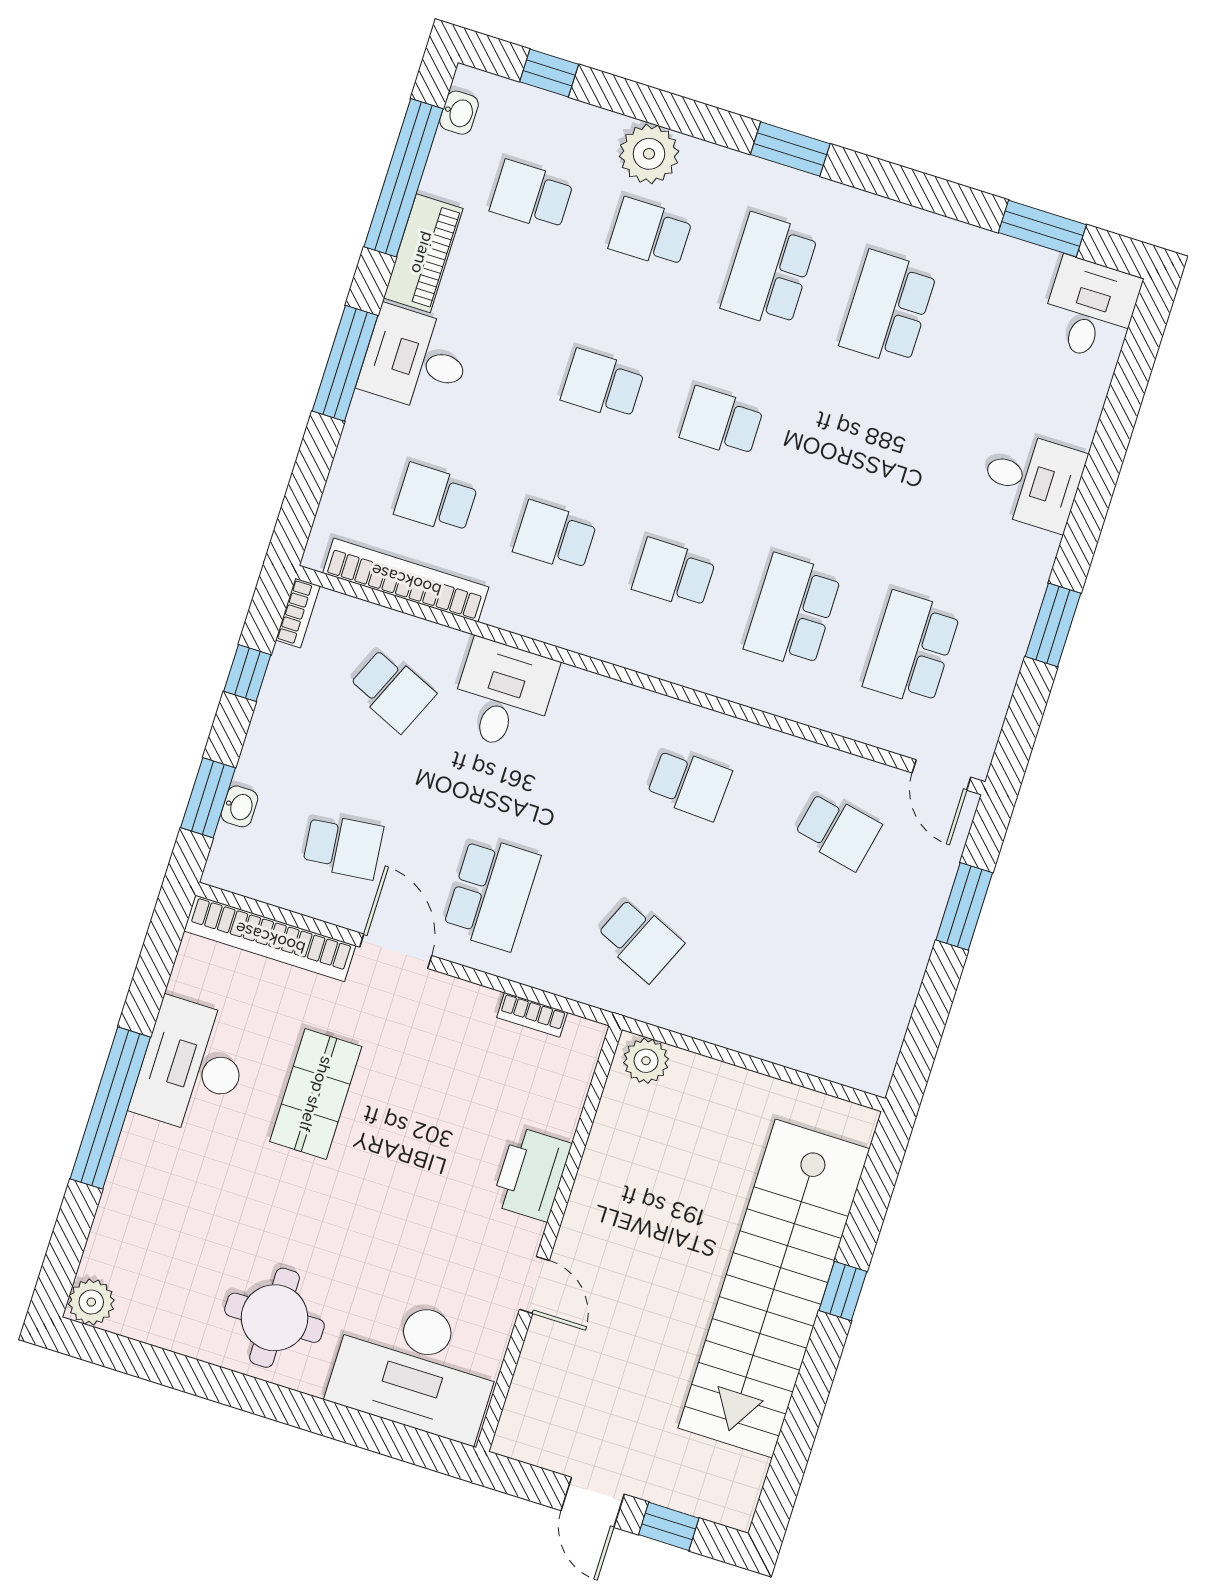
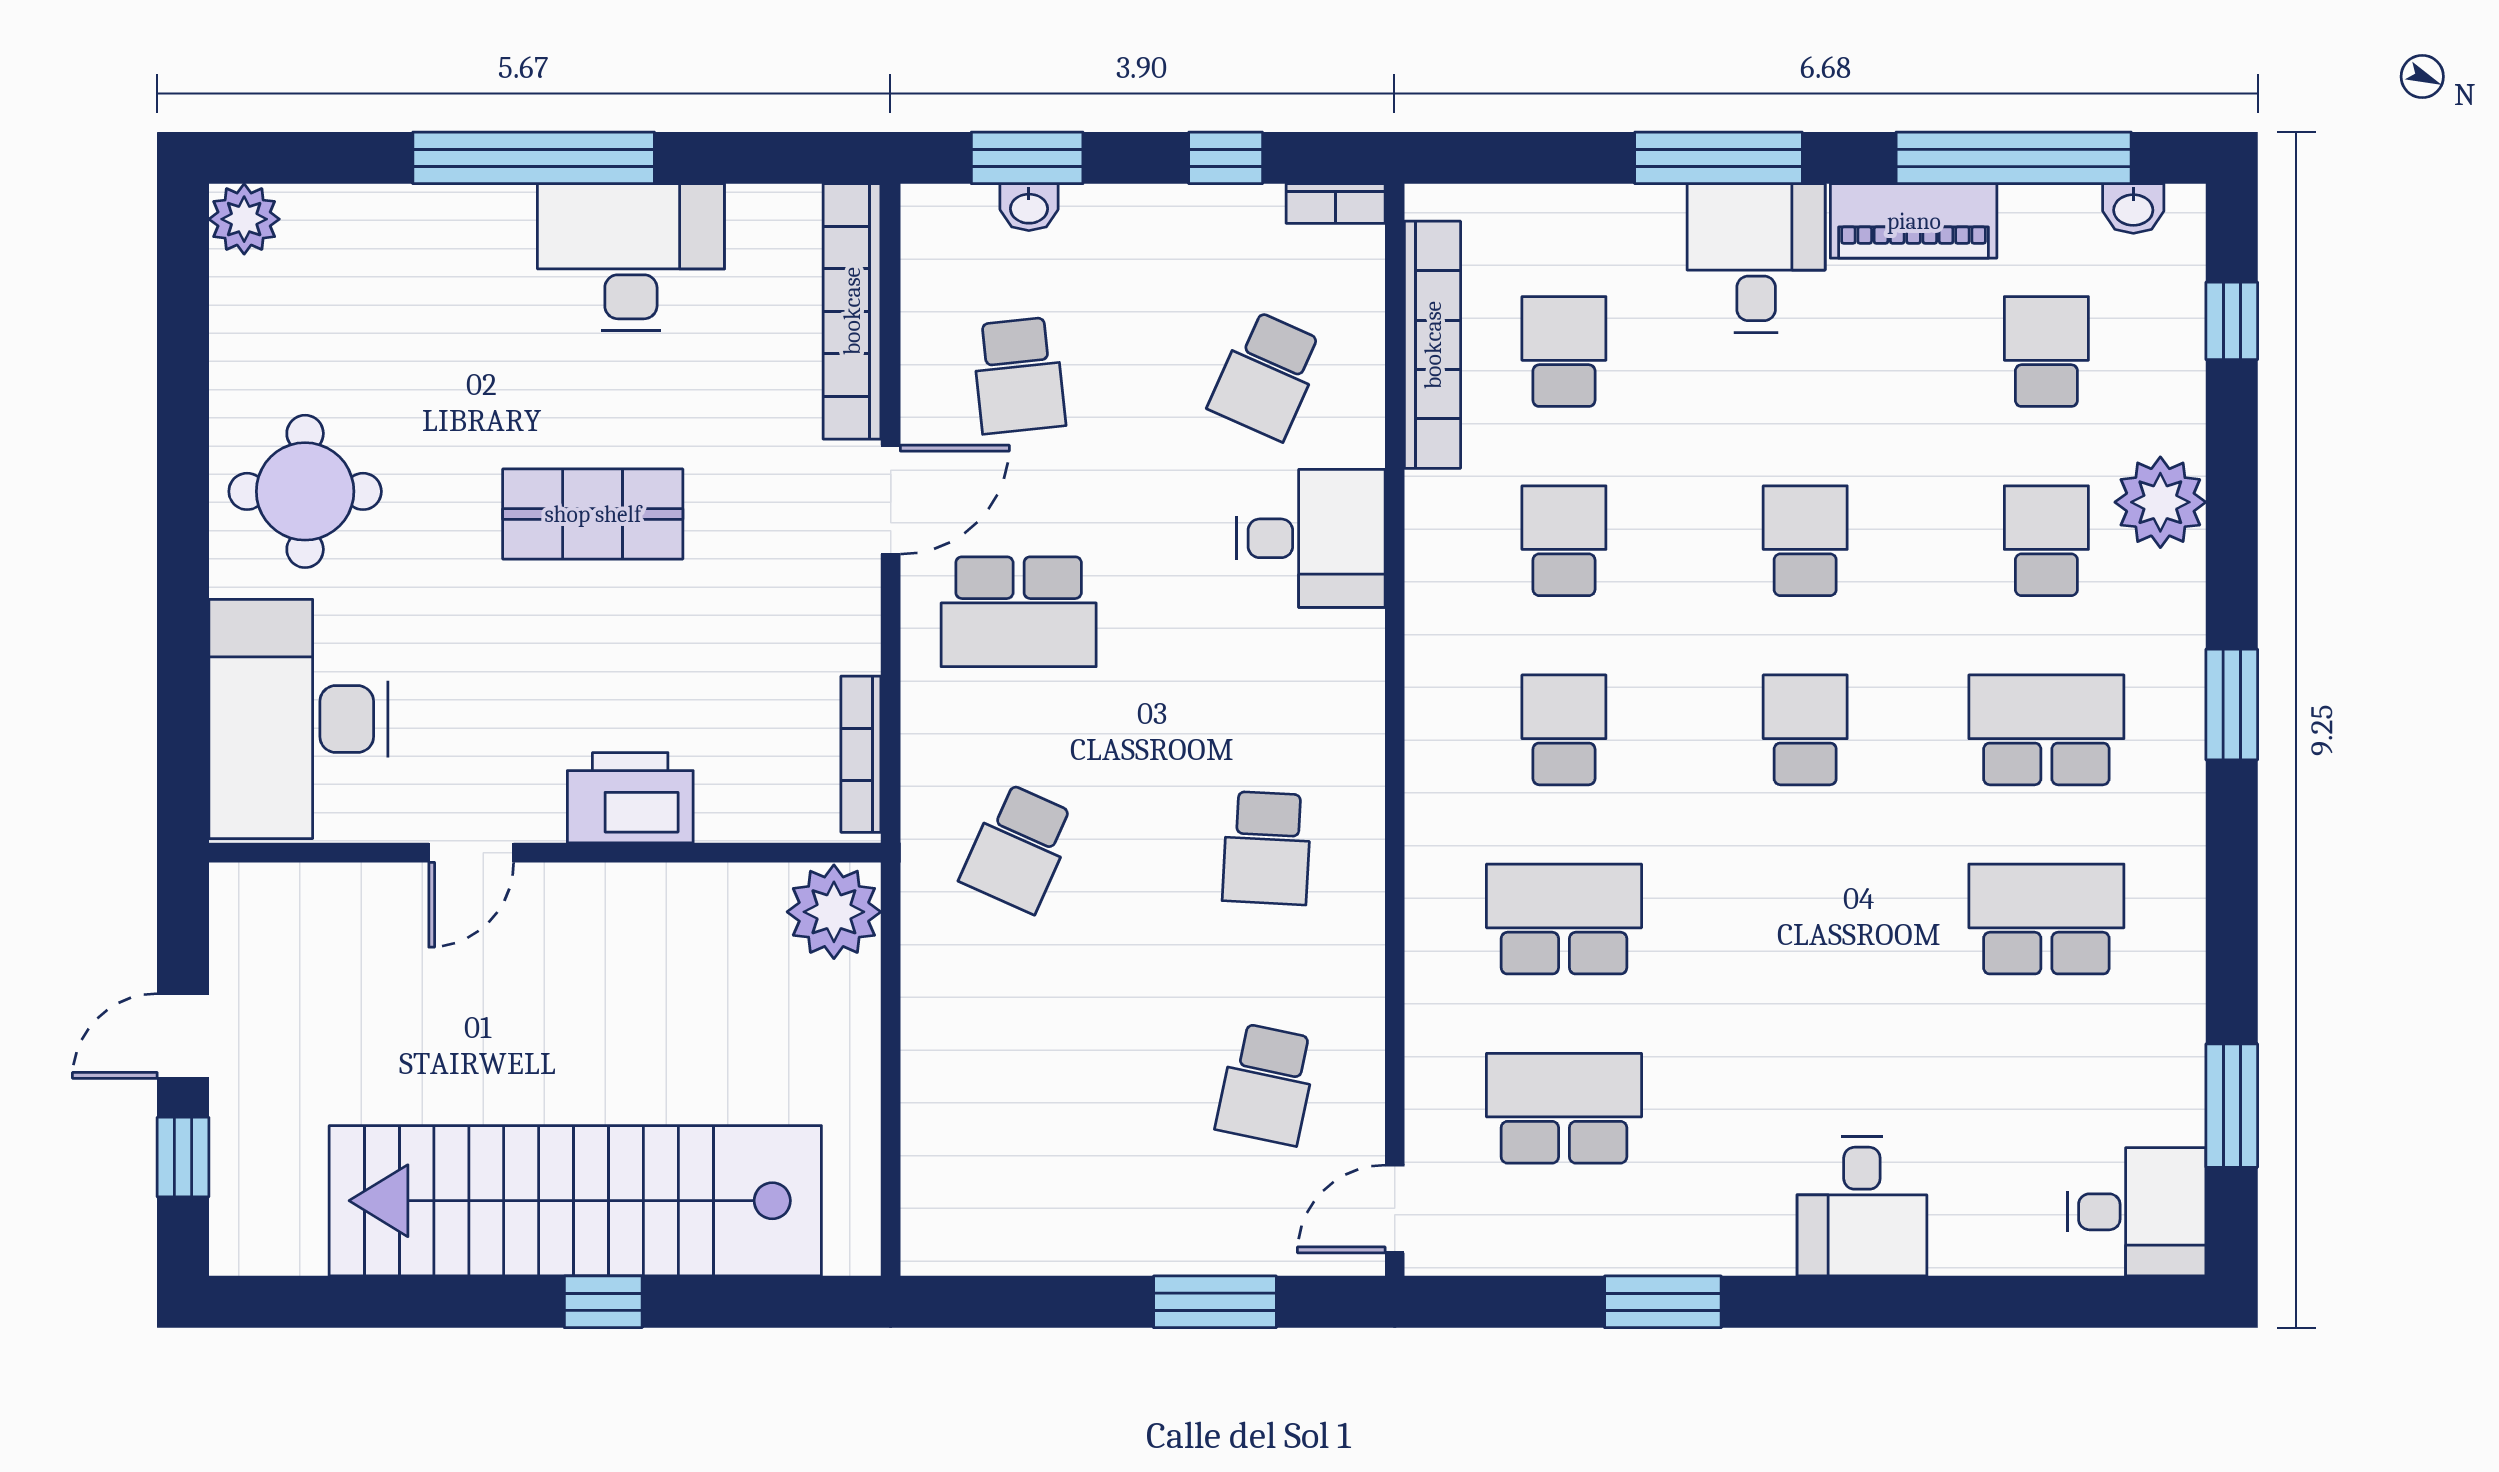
bookcase: (532, 1015) -> (861, 754), width x1.56
plant: (646, 1061) -> (834, 912), width x1.36, depth x1.36
shop shelf: (316, 1094) -> (593, 514), moved

